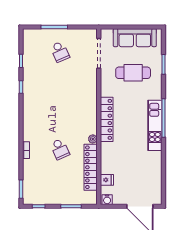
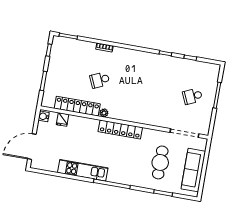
kitchen unit: (155, 125) -> (83, 170), moved

